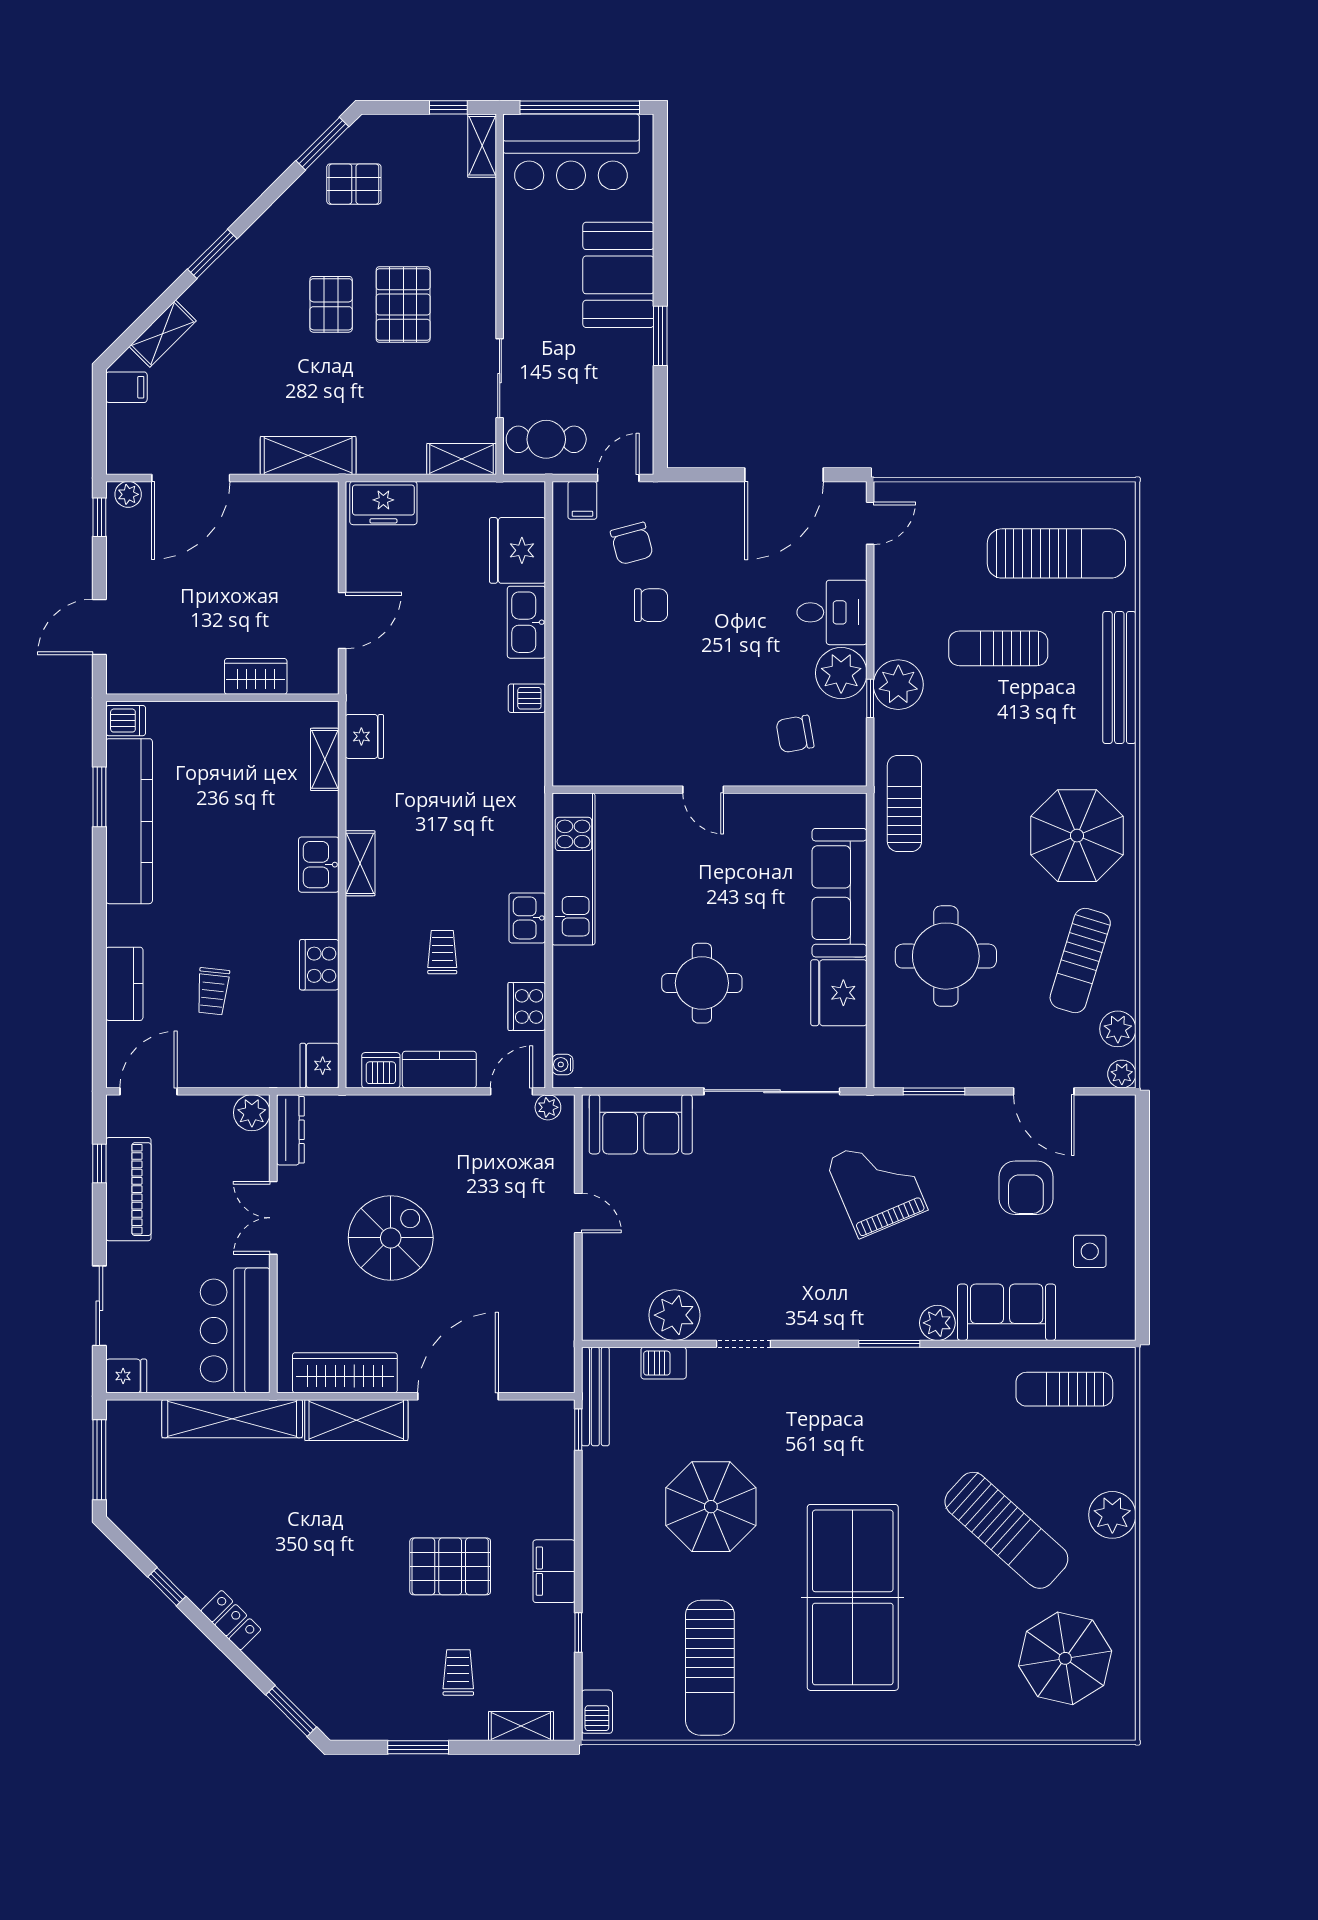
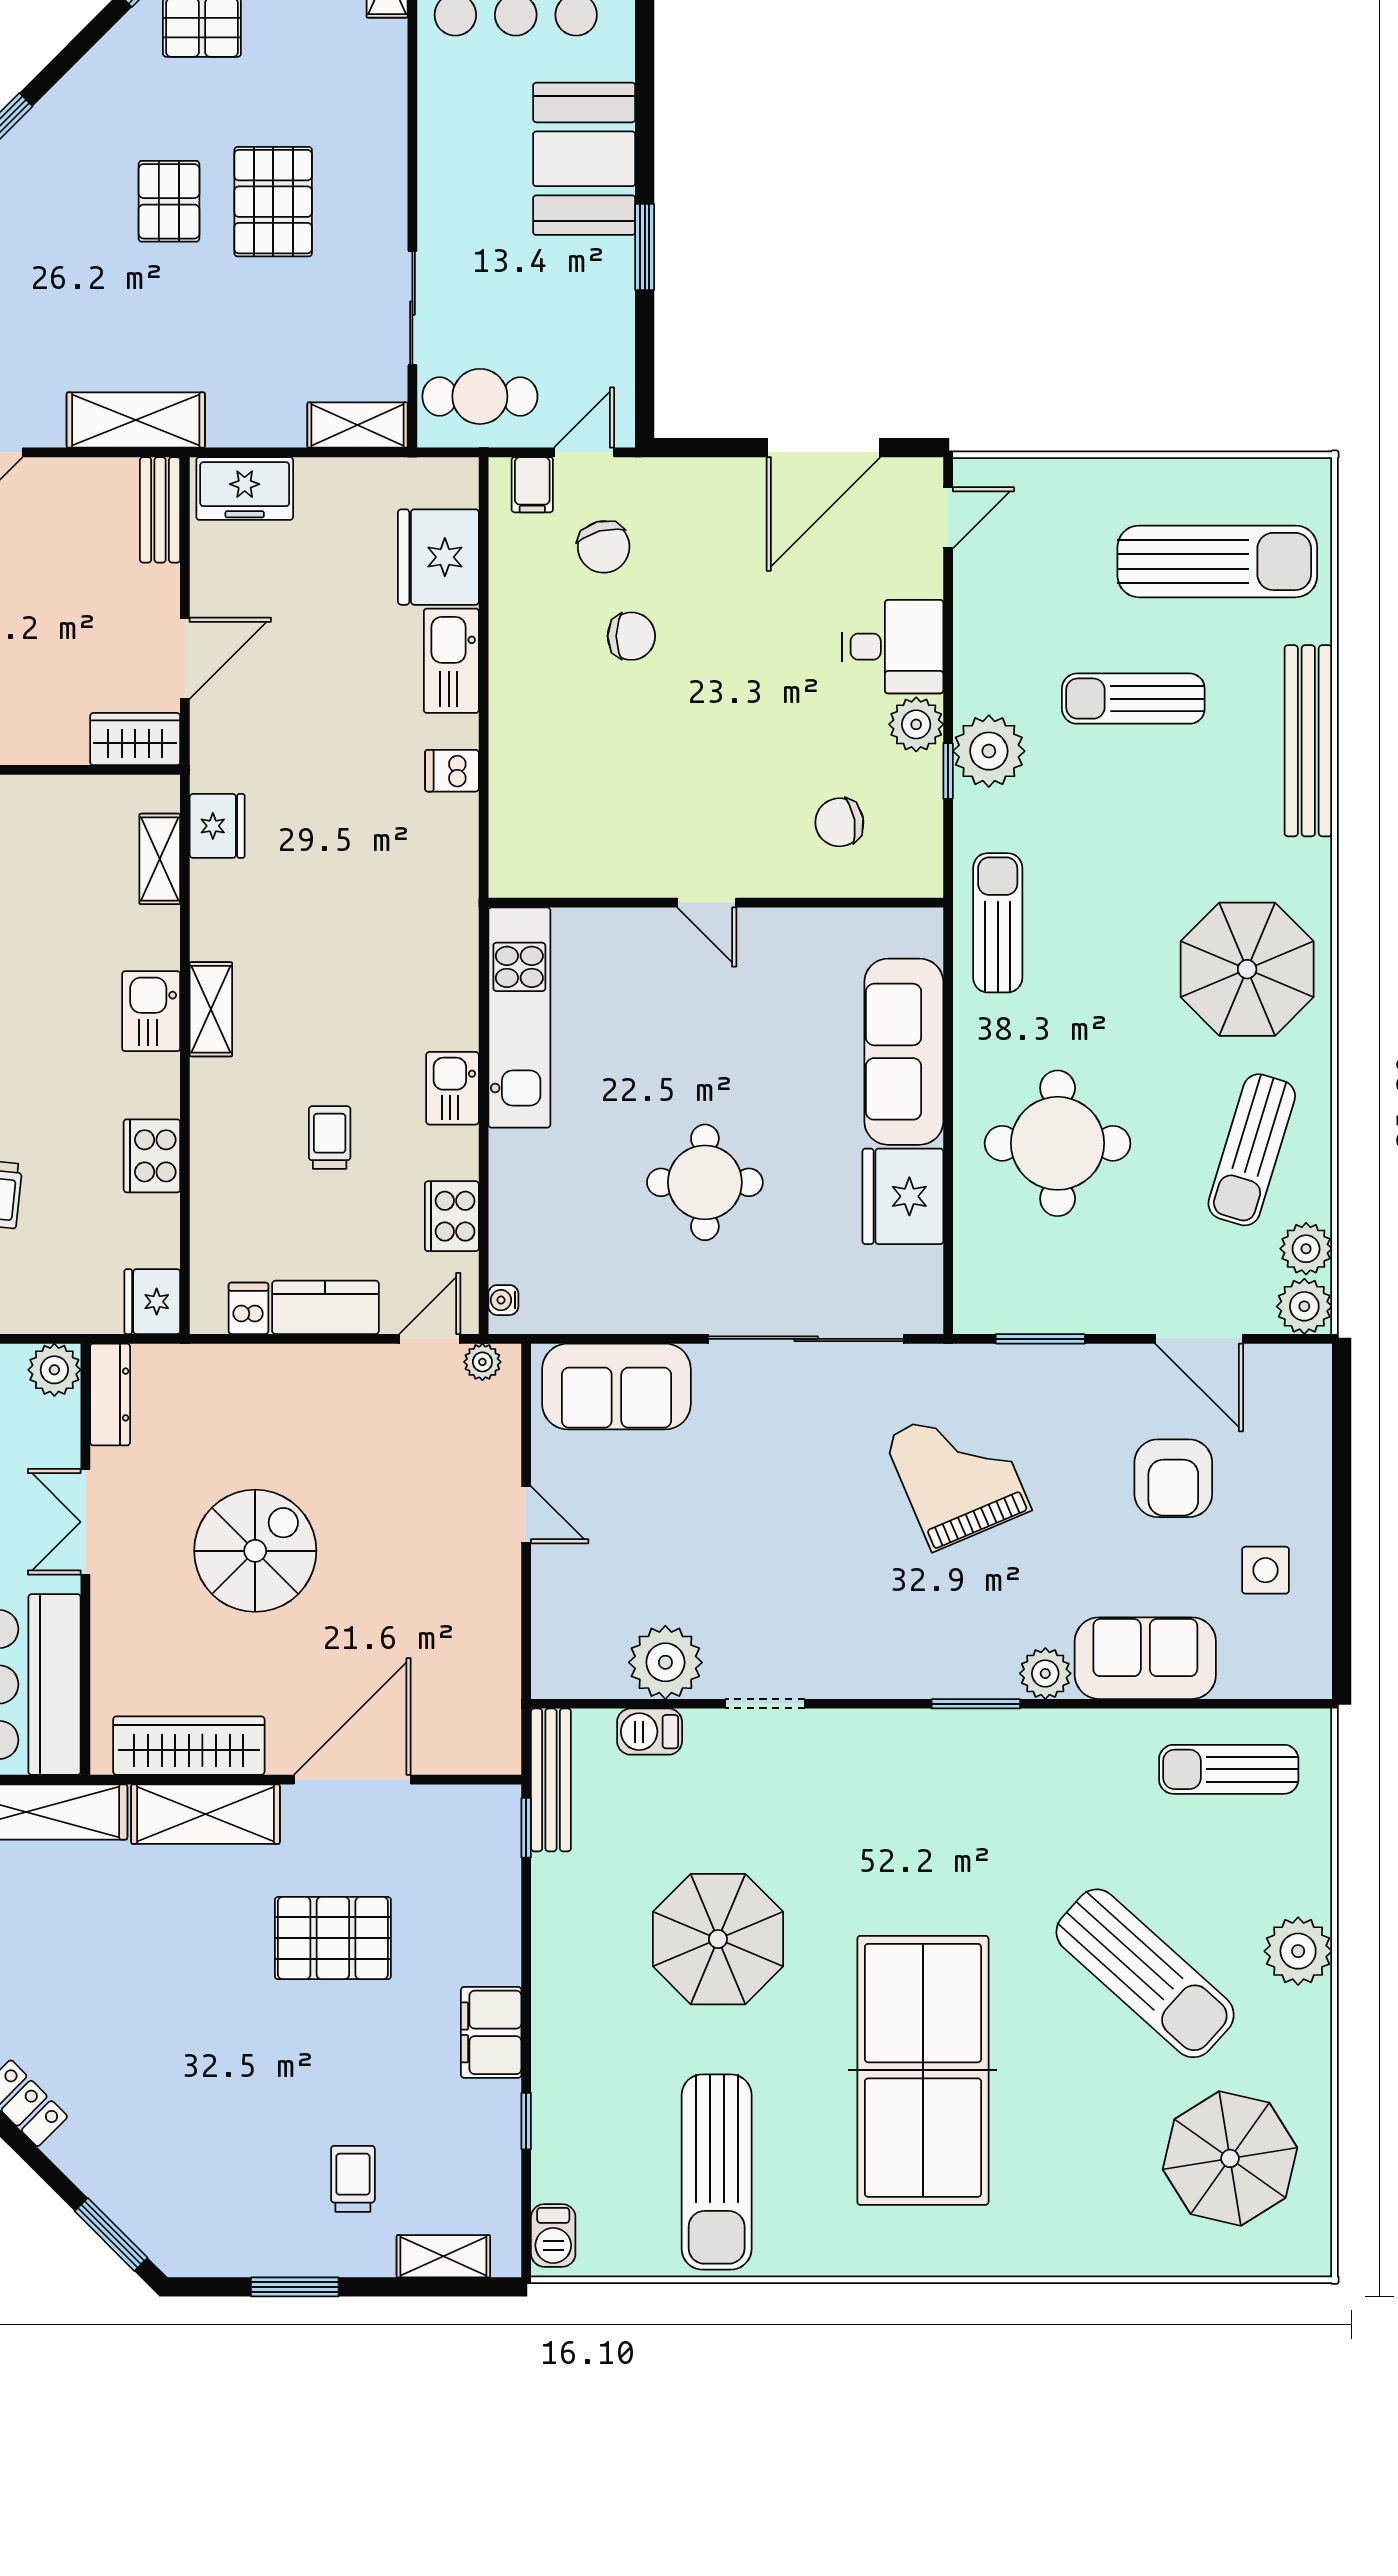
bench: (325, 518) -> (160, 510), added
plant: (841, 673) -> (916, 724), width x0.73, depth x0.73
wardrobe: (256, 676) -> (135, 739), moved
dishwasher: (381, 1070) -> (248, 1308), width x0.73
plant: (1122, 1074) -> (1304, 1306), width x1.38, depth x1.38
pallet: (450, 1566) -> (333, 1938), moved

